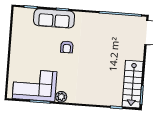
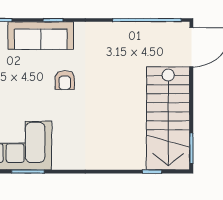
stairs: (133, 84) -> (168, 118), width x1.36, depth x1.51
plant: (61, 97) -> (62, 161), removed

